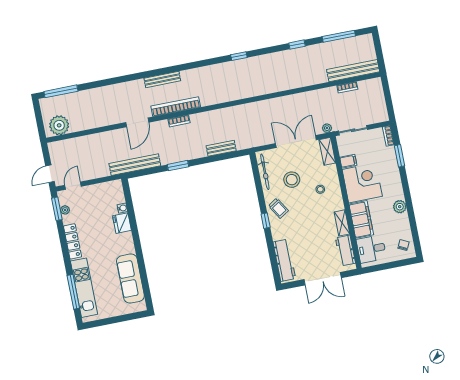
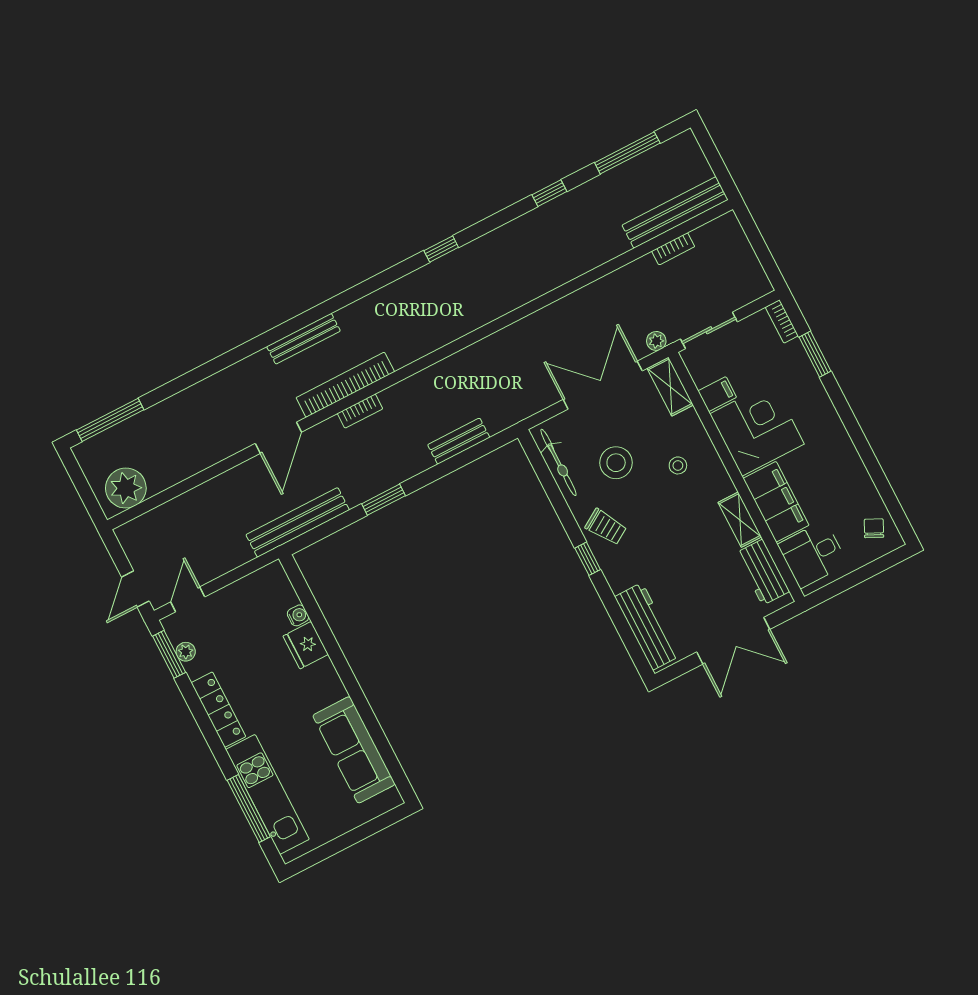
plant: (400, 207) -> (845, 455), removed

